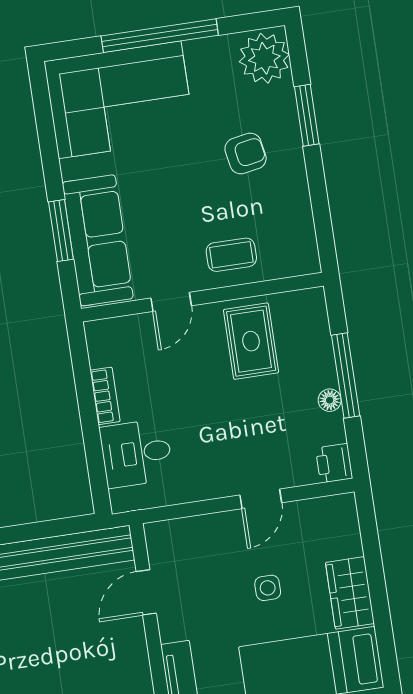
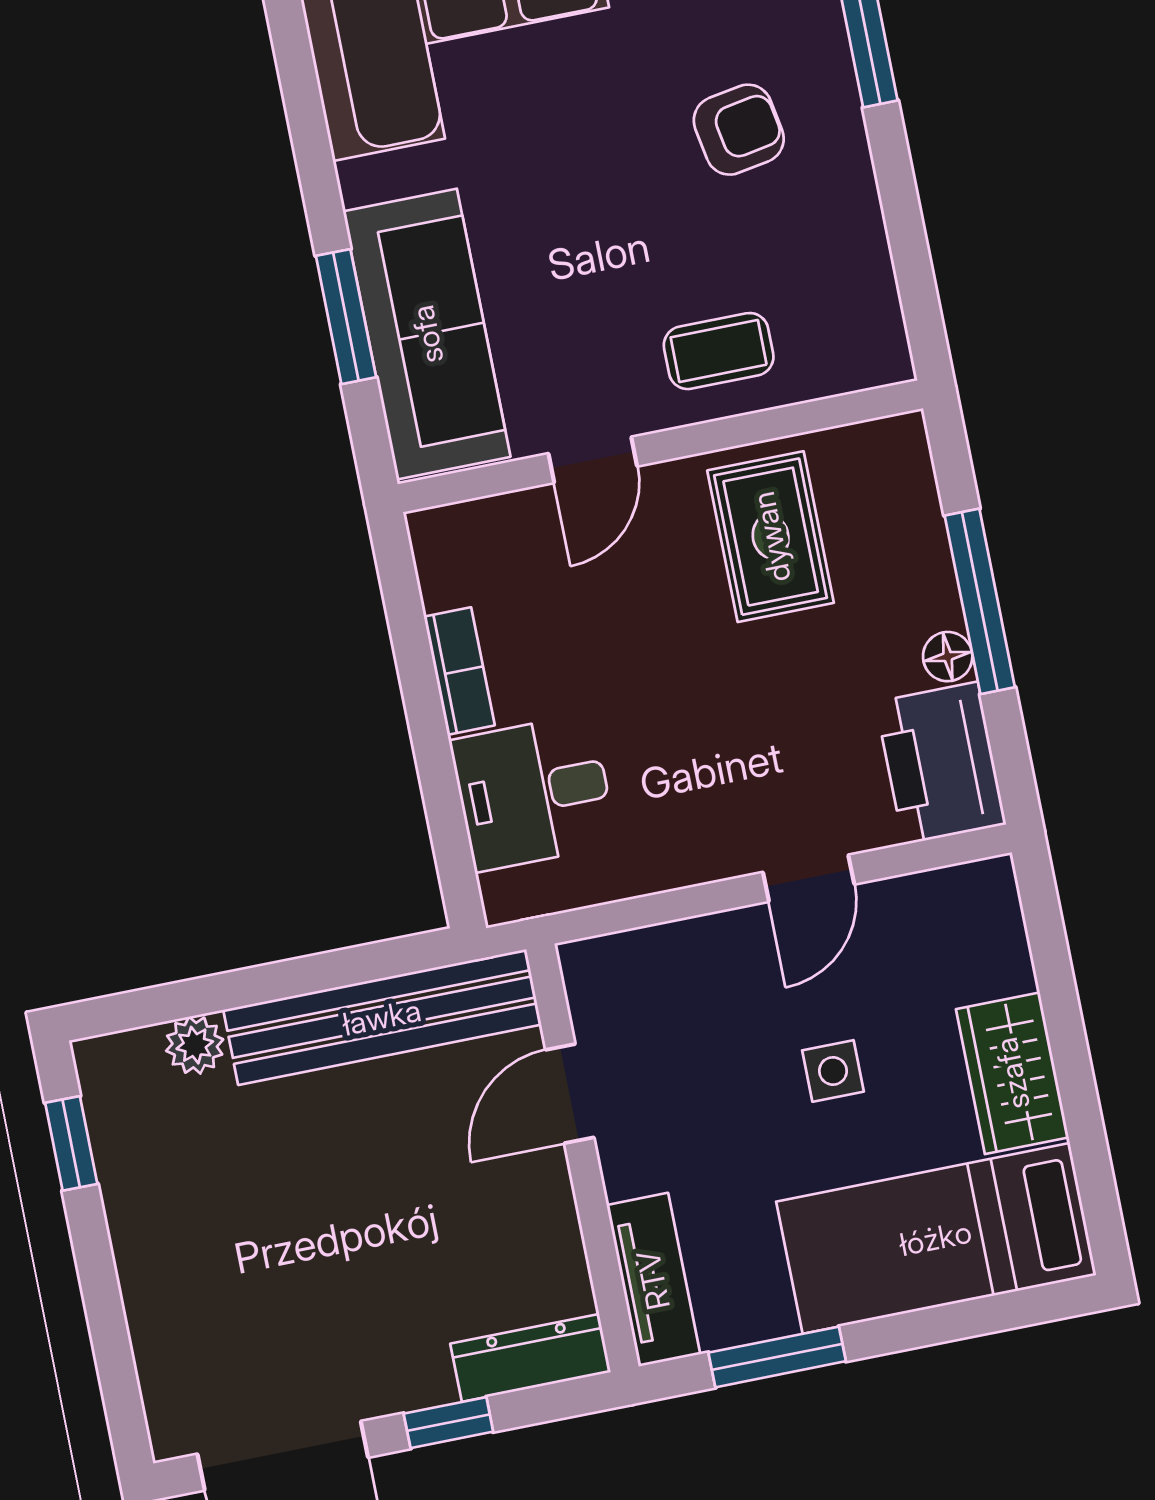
printer: (334, 463) -> (941, 763), width x1.87, depth x1.48

